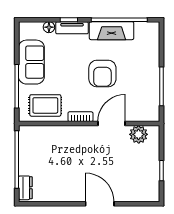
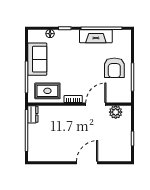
tv unit: (72, 28) -> (67, 34), removed
armchair: (102, 73) -> (114, 68), moved
dresser: (25, 188) -> (33, 114), moved
door: (100, 204) -> (87, 163), hinge flipped

